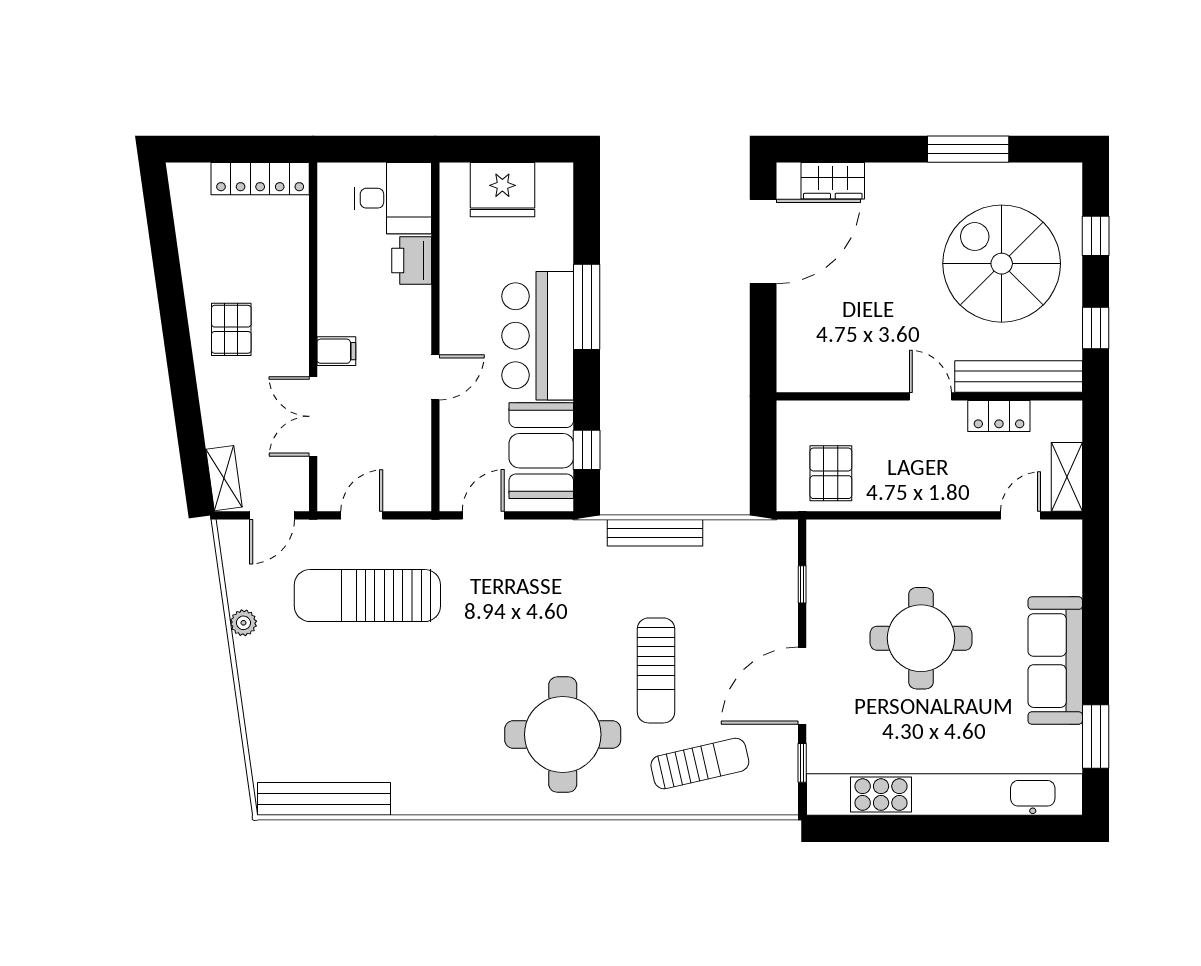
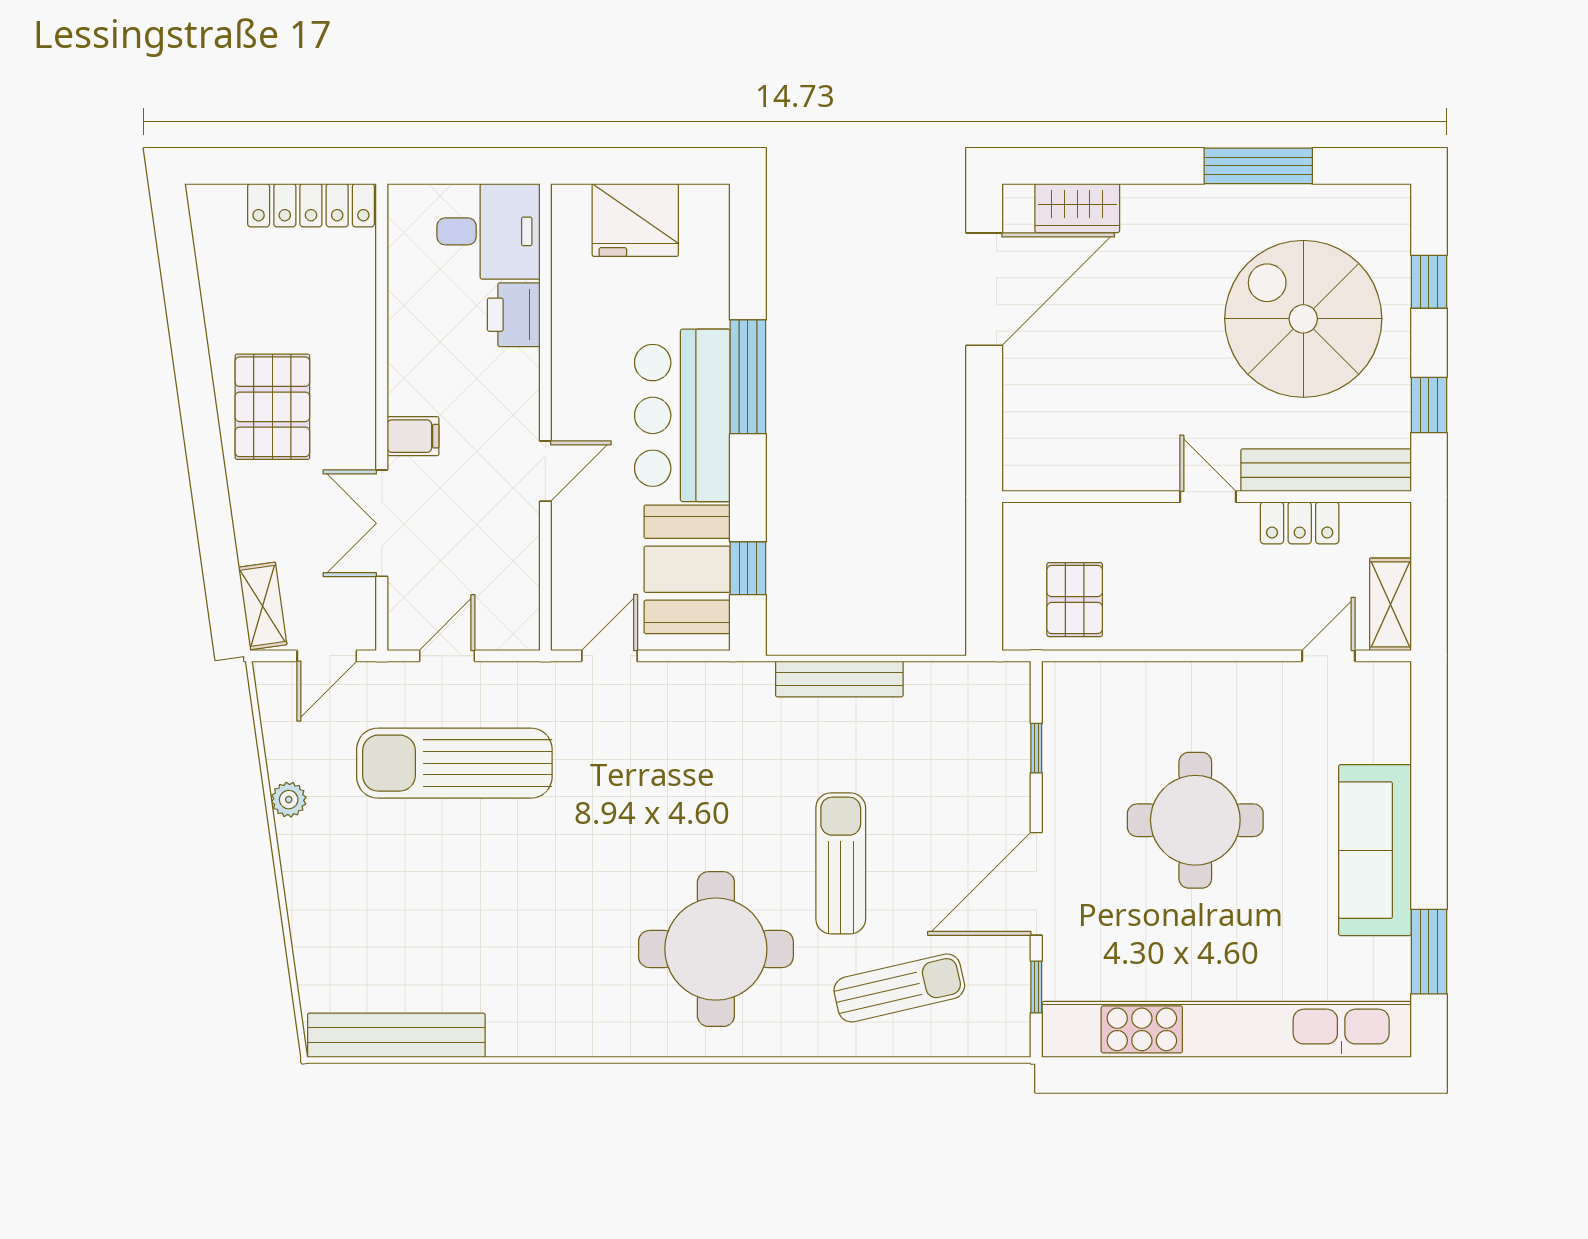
pallet: (231, 329) -> (272, 407), width x1.50, depth x1.42
sun lounger: (656, 670) -> (841, 863), turned 180

